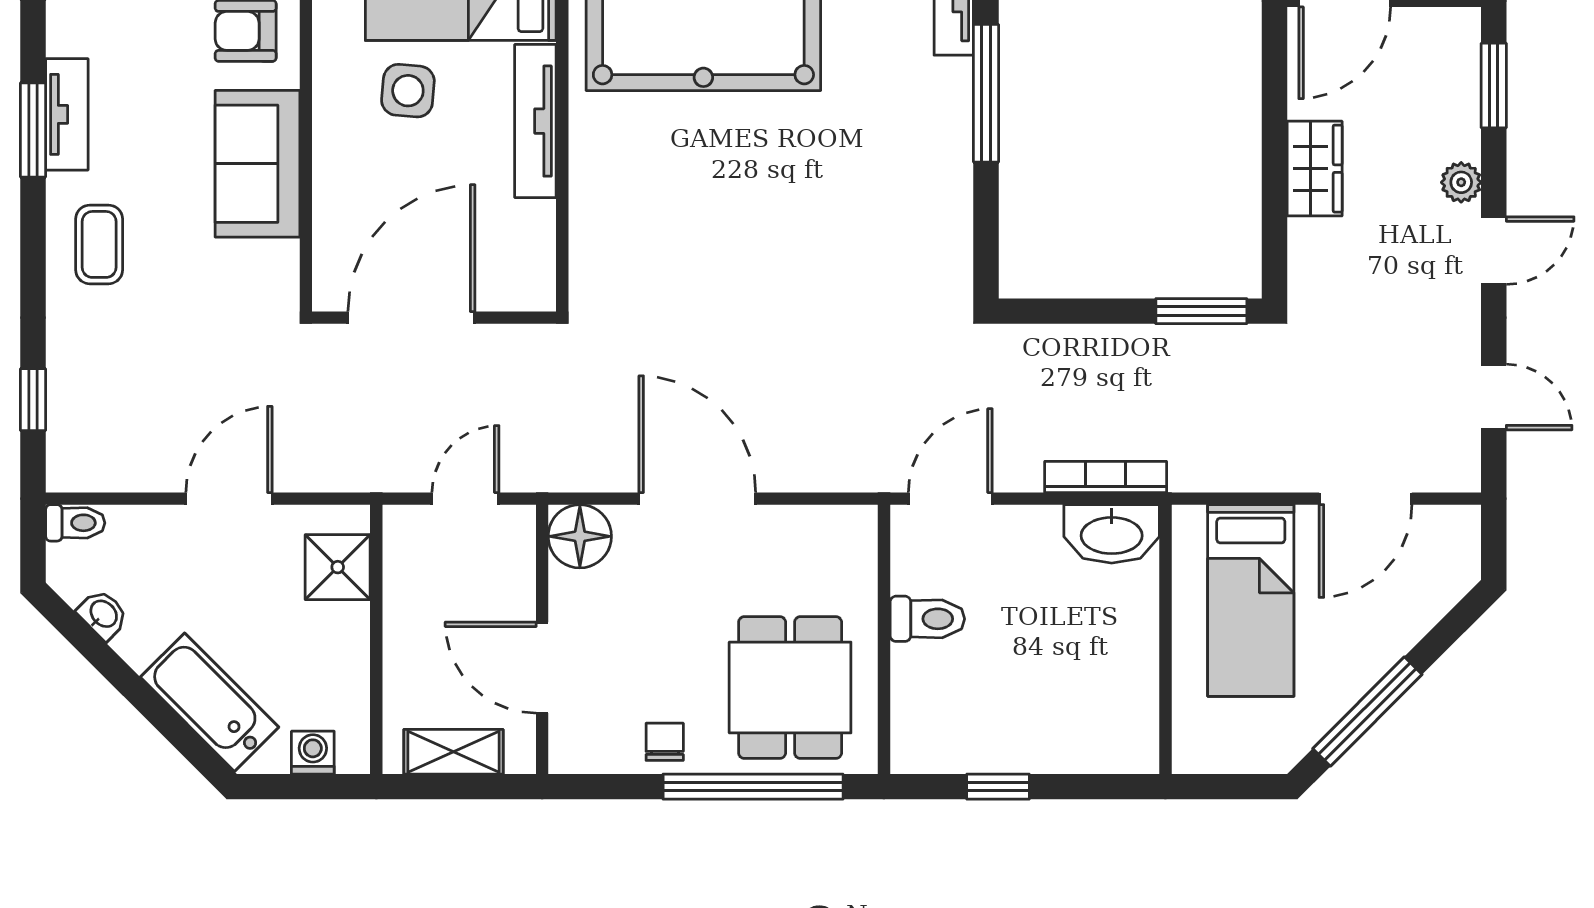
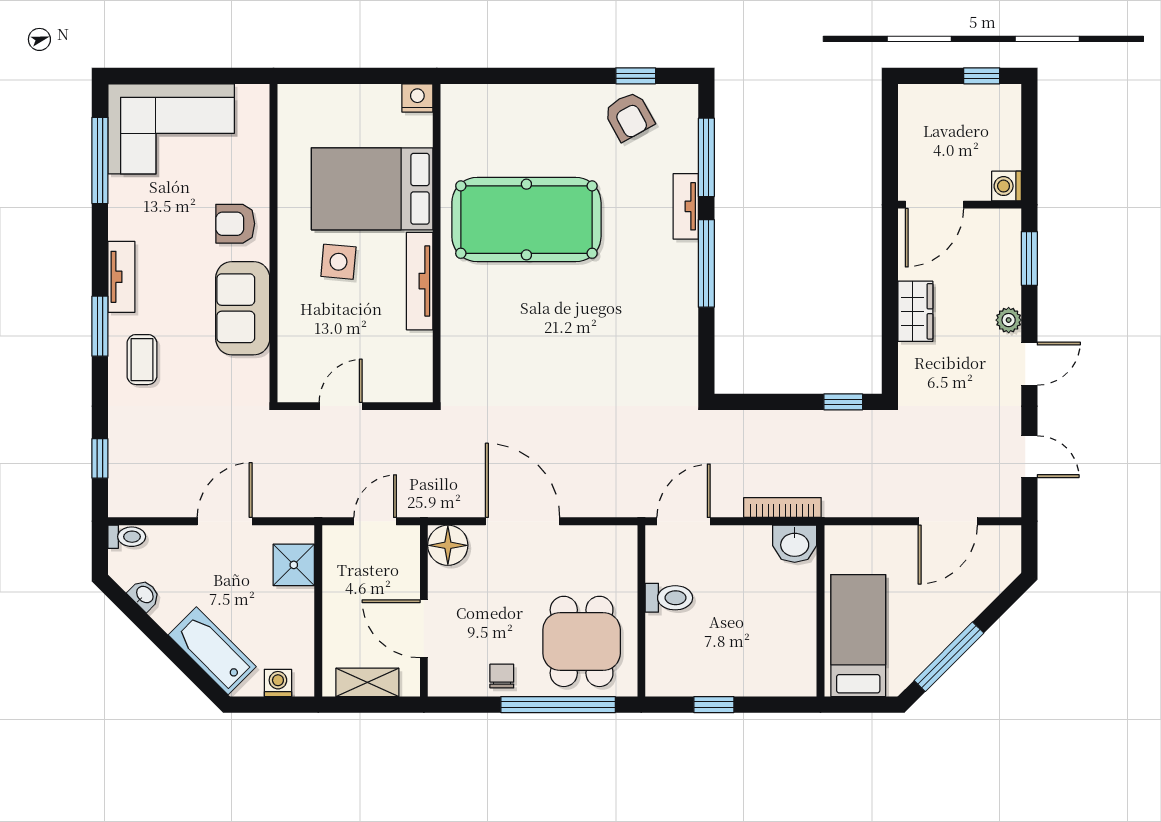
window: (33, 130) -> (100, 326), moved
window: (1201, 311) -> (843, 402), width x0.67
door: (411, 318) -> (341, 406), width x0.53
washbasin: (1112, 534) -> (795, 544), width x0.72
bed: (1251, 600) -> (858, 636), moved, turned 180

